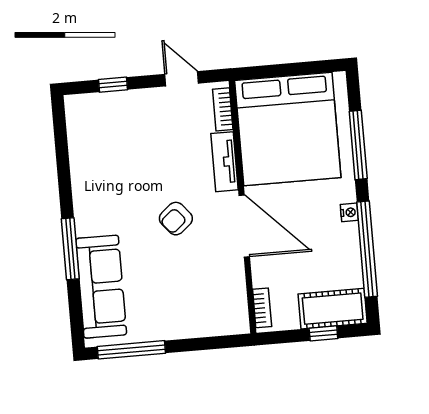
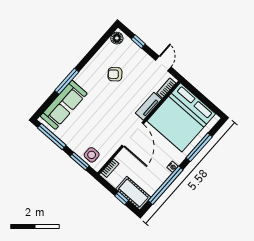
floor lamp: (77, 112) -> (117, 38), added
armchair: (176, 219) -> (115, 74), moved
side table: (216, 317) -> (92, 155), added
window: (208, 343) -> (80, 161), added

